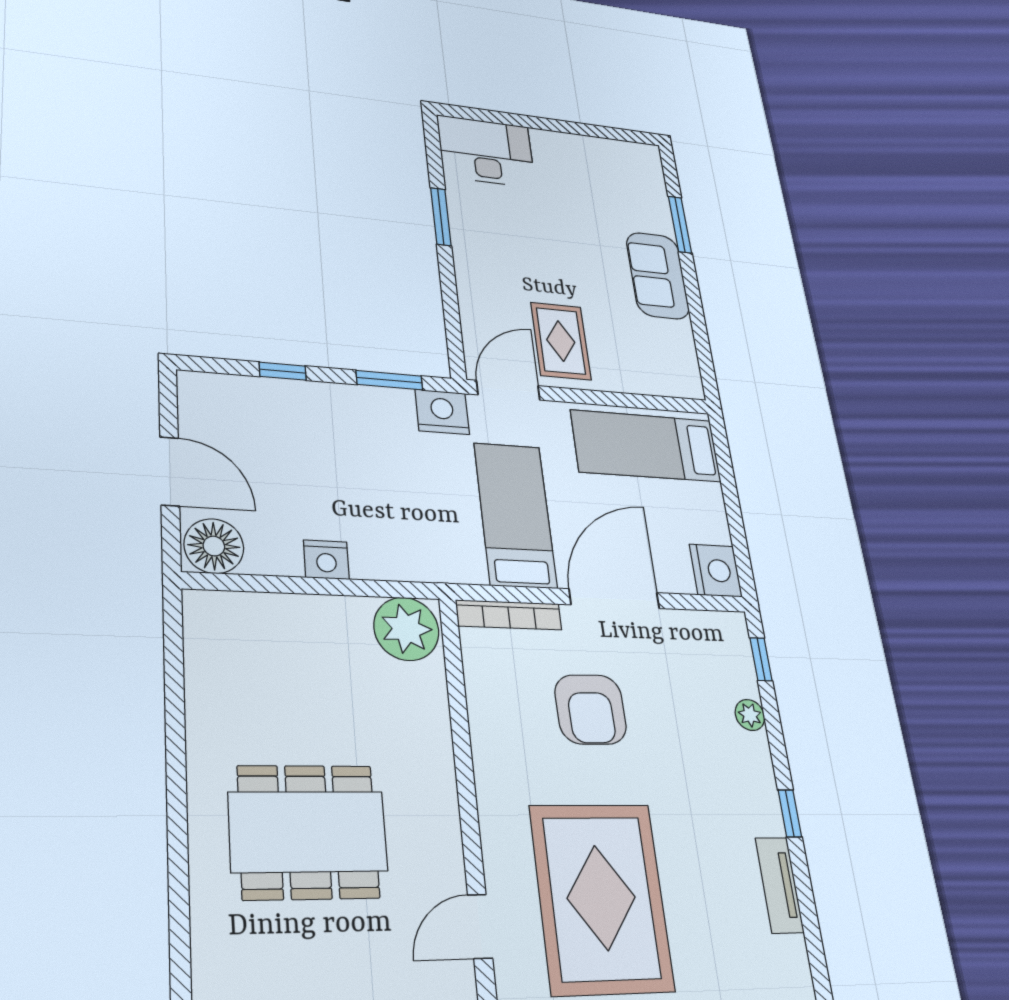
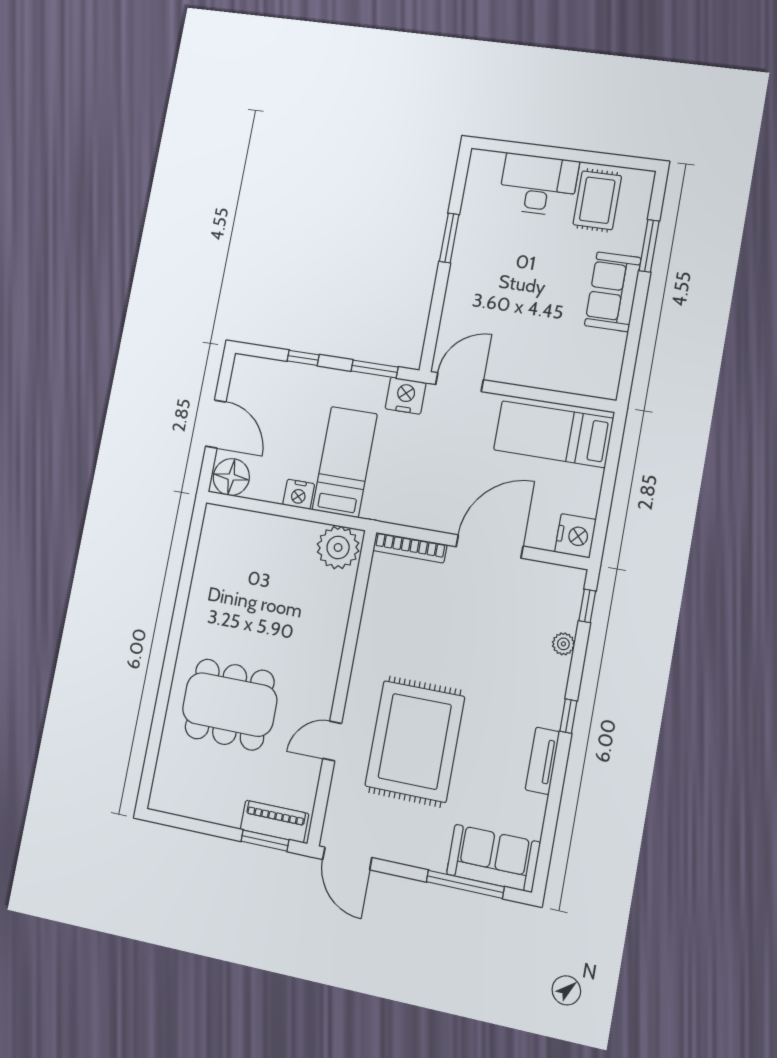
desk: (486, 151) -> (538, 185), moved
rug: (561, 341) -> (597, 200), moved
bed: (515, 515) -> (345, 462), moved
armchair: (591, 709) -> (447, 620), removed
dining table: (308, 832) -> (230, 704), moved

